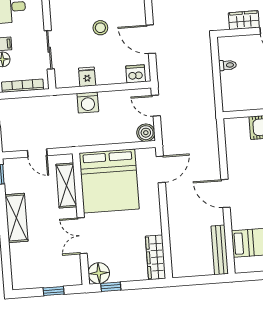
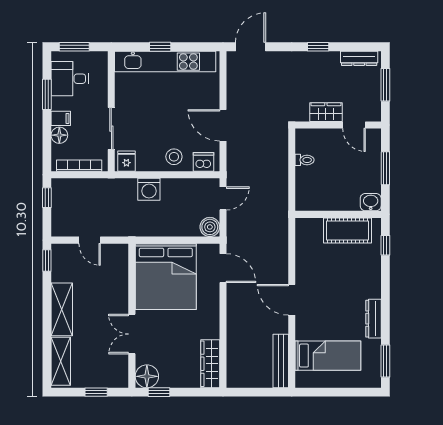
stool: (100, 28) -> (174, 157), moved
fridge: (87, 77) -> (126, 161), moved
door: (156, 106) -> (223, 198), swing flipped
door: (161, 169) -> (223, 268), hinge flipped
shelving: (66, 185) -> (61, 361), moved

